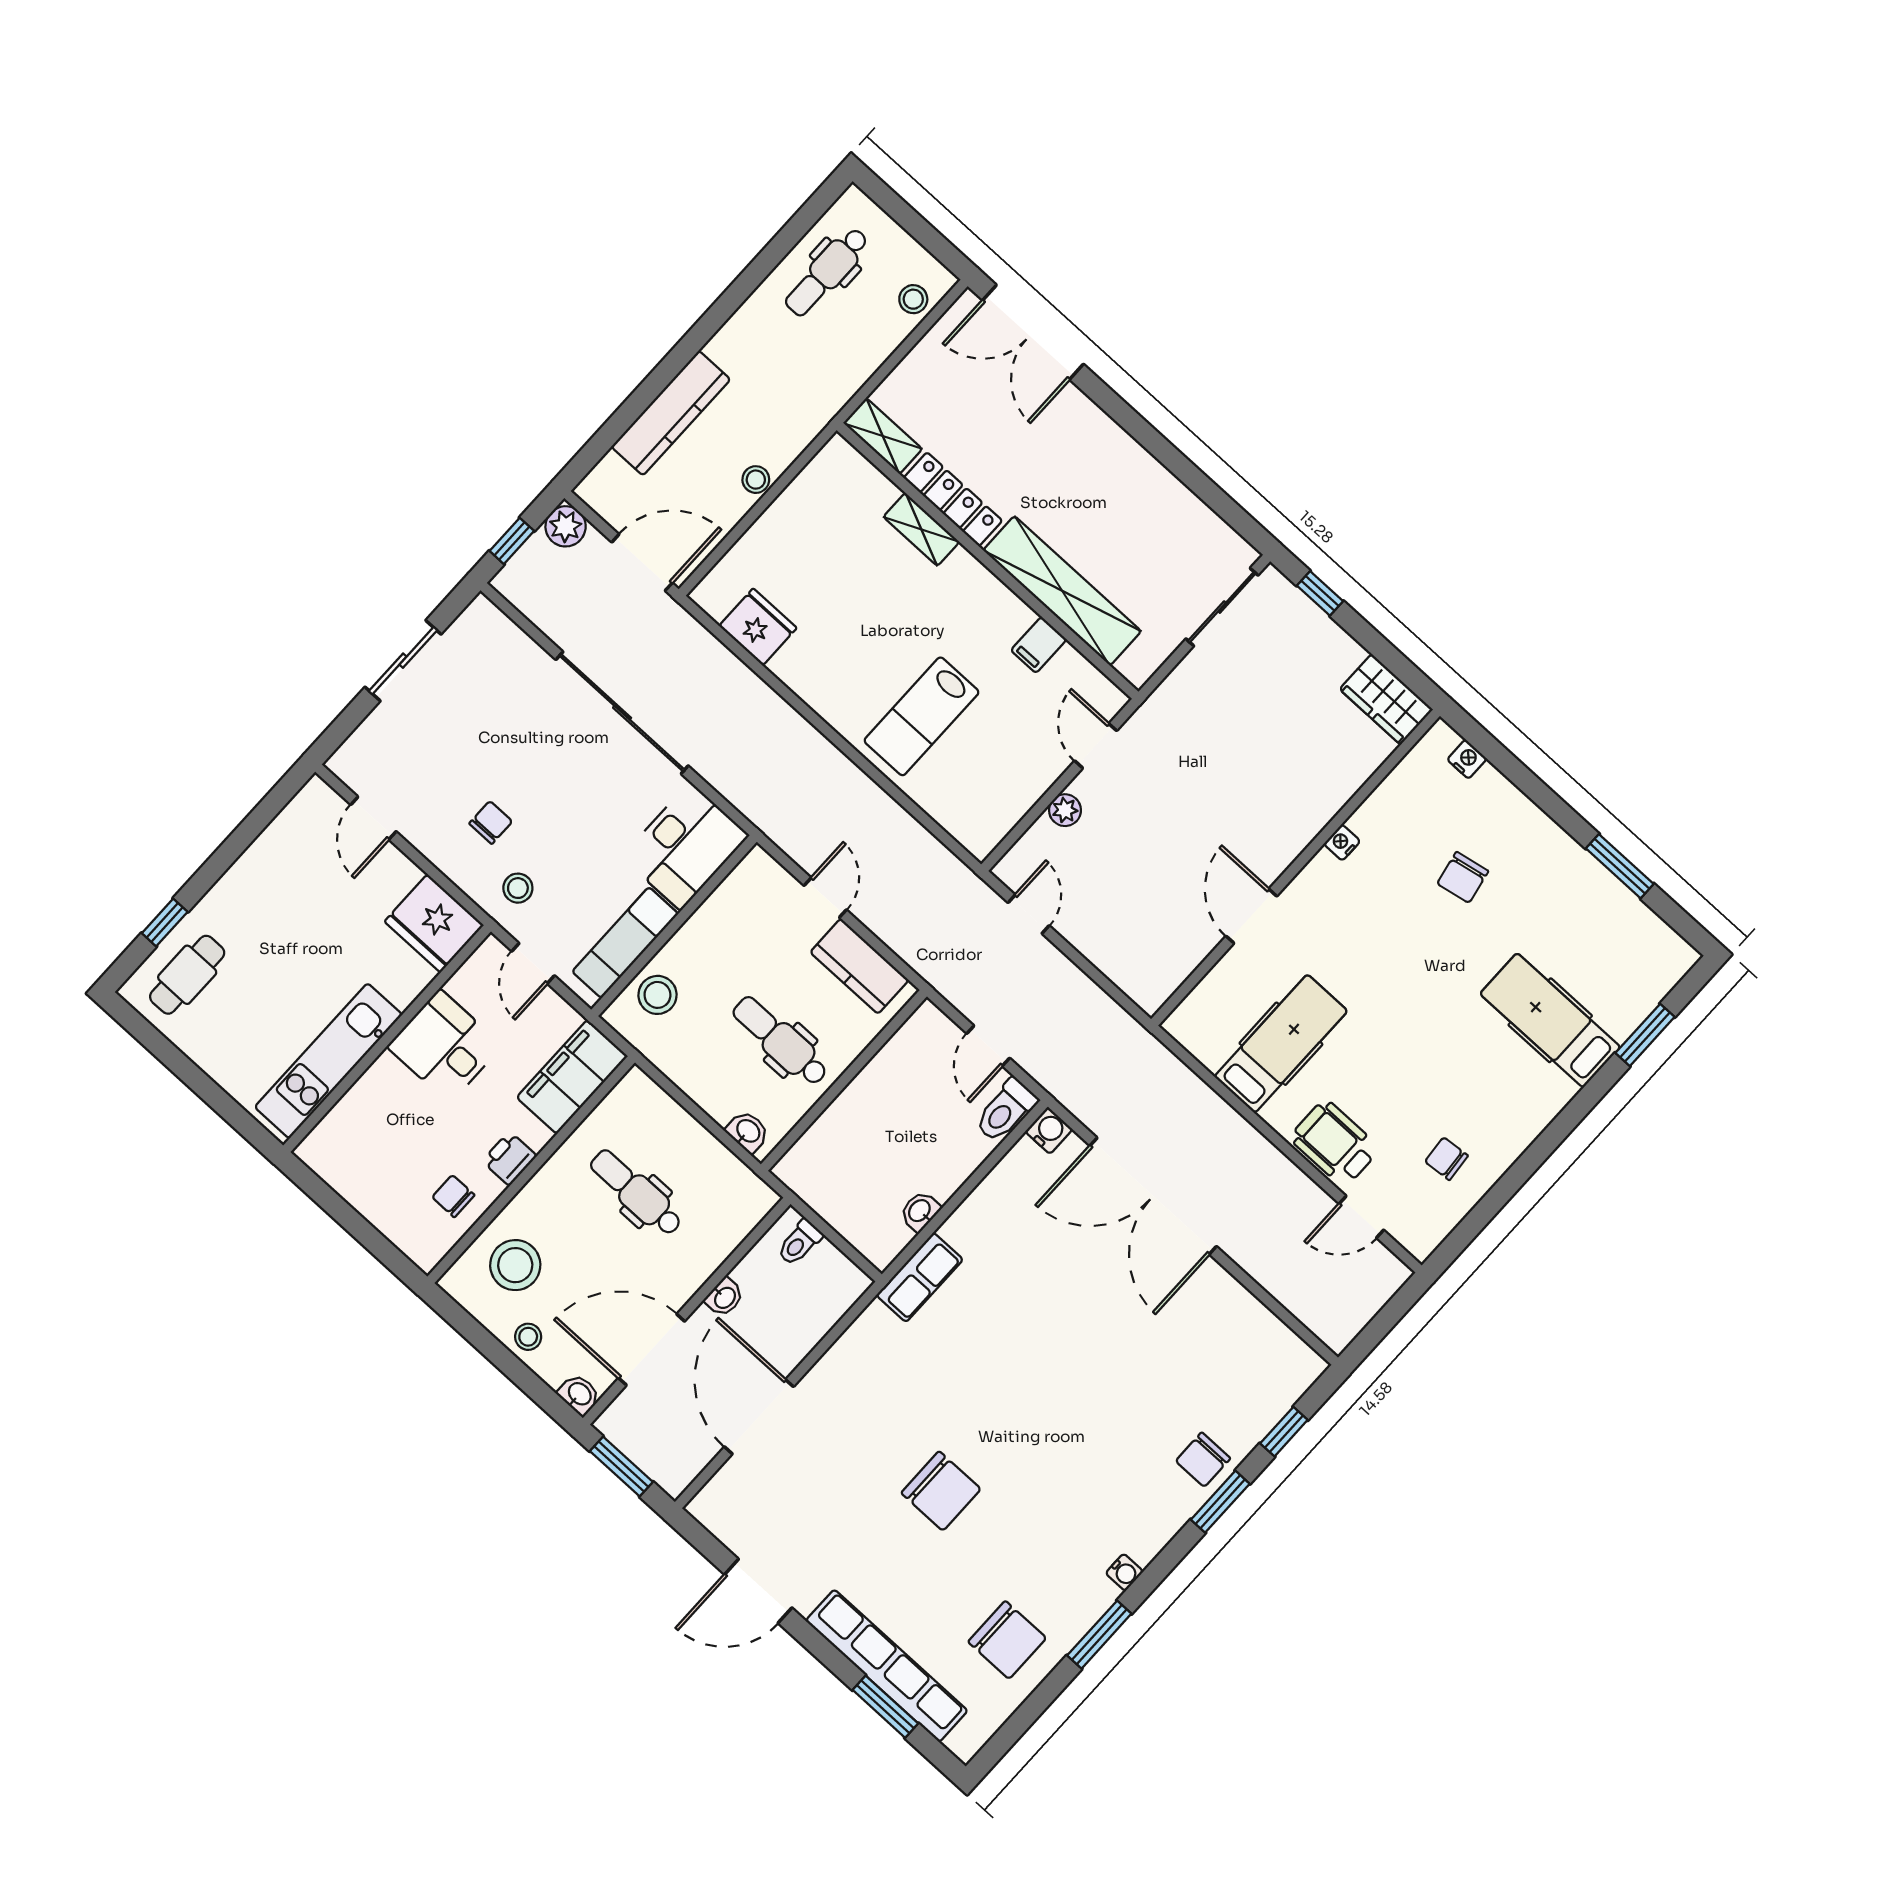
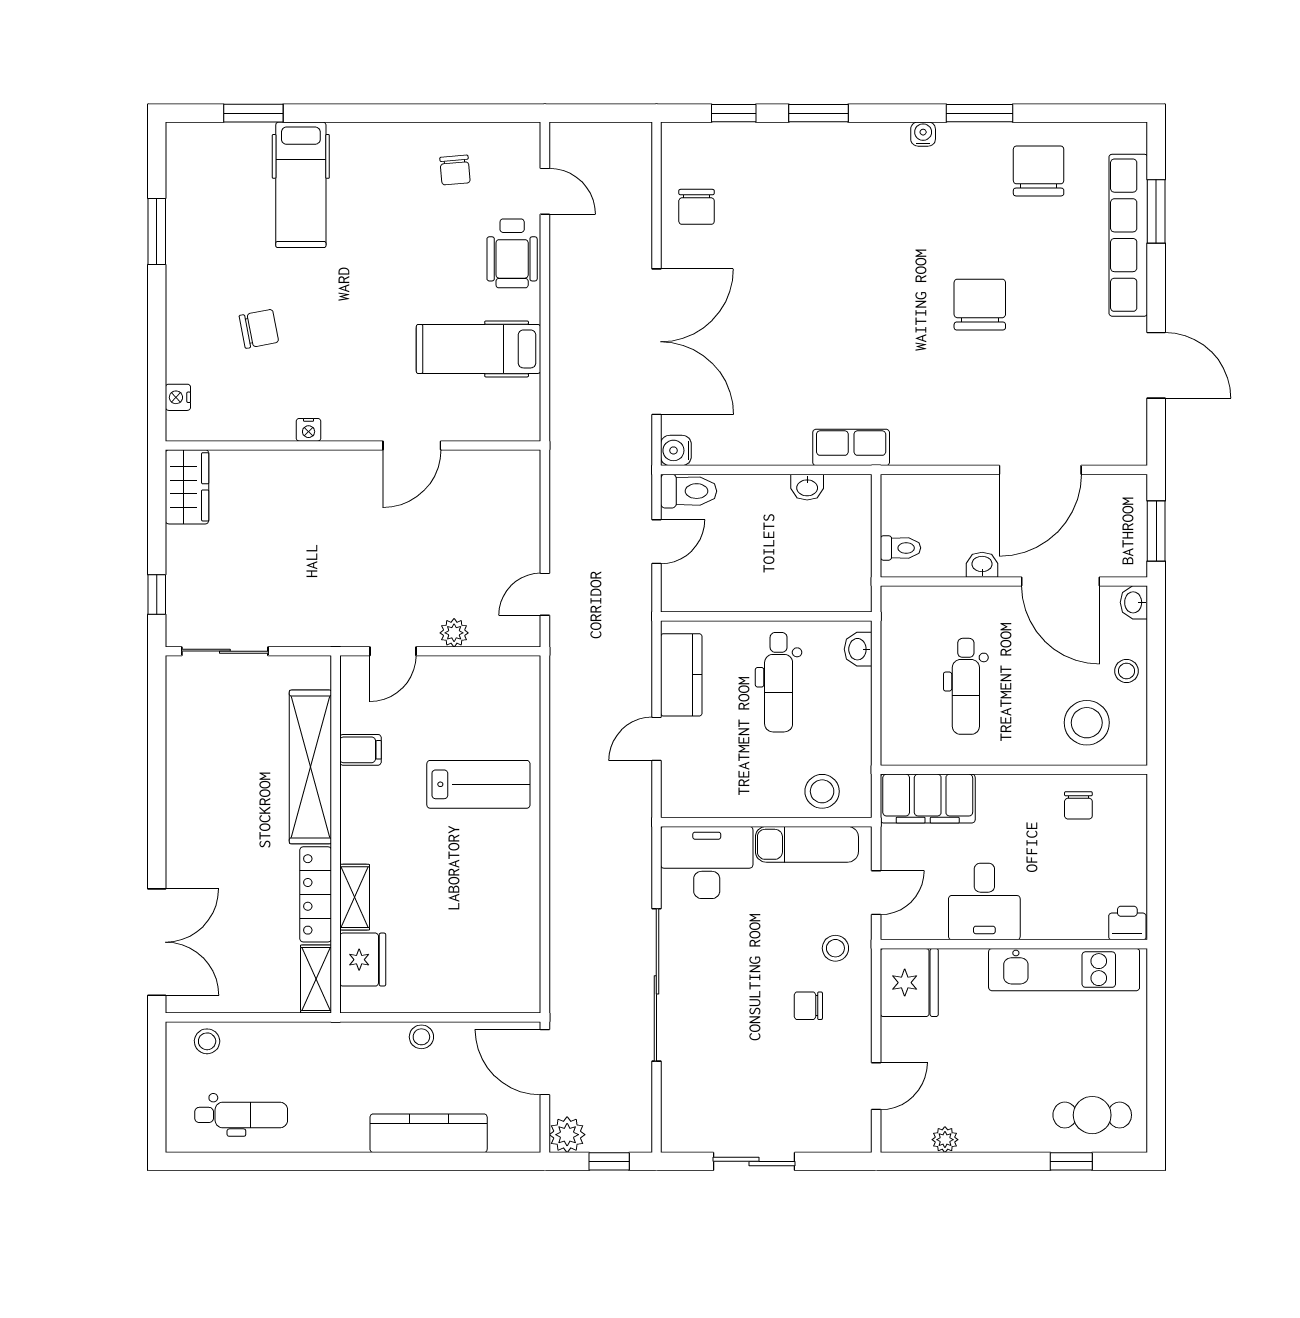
fridge: (758, 627) -> (363, 960), moved, turned 180
plant: (278, 835) -> (945, 1140), added
printer: (509, 1158) -> (1127, 923), moved, turned 180
chair: (1203, 1460) -> (697, 207), moved, turned 90

